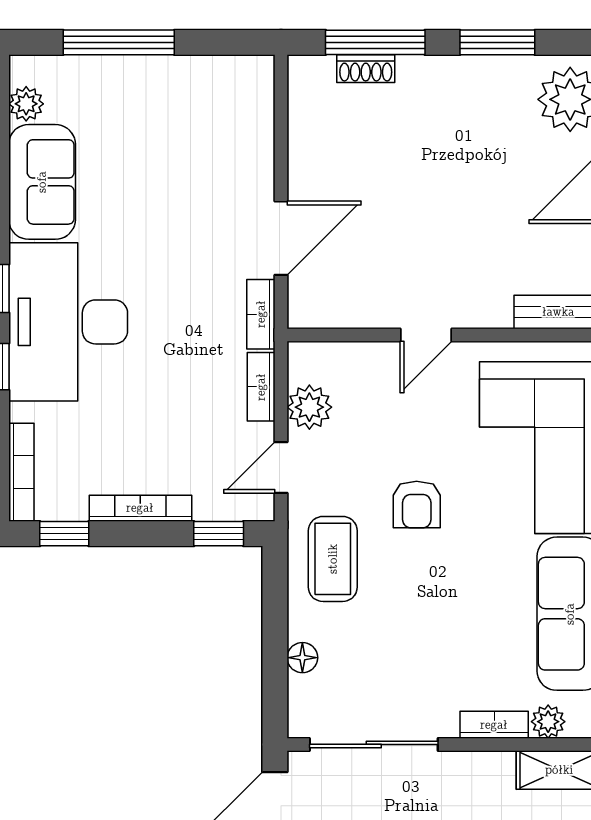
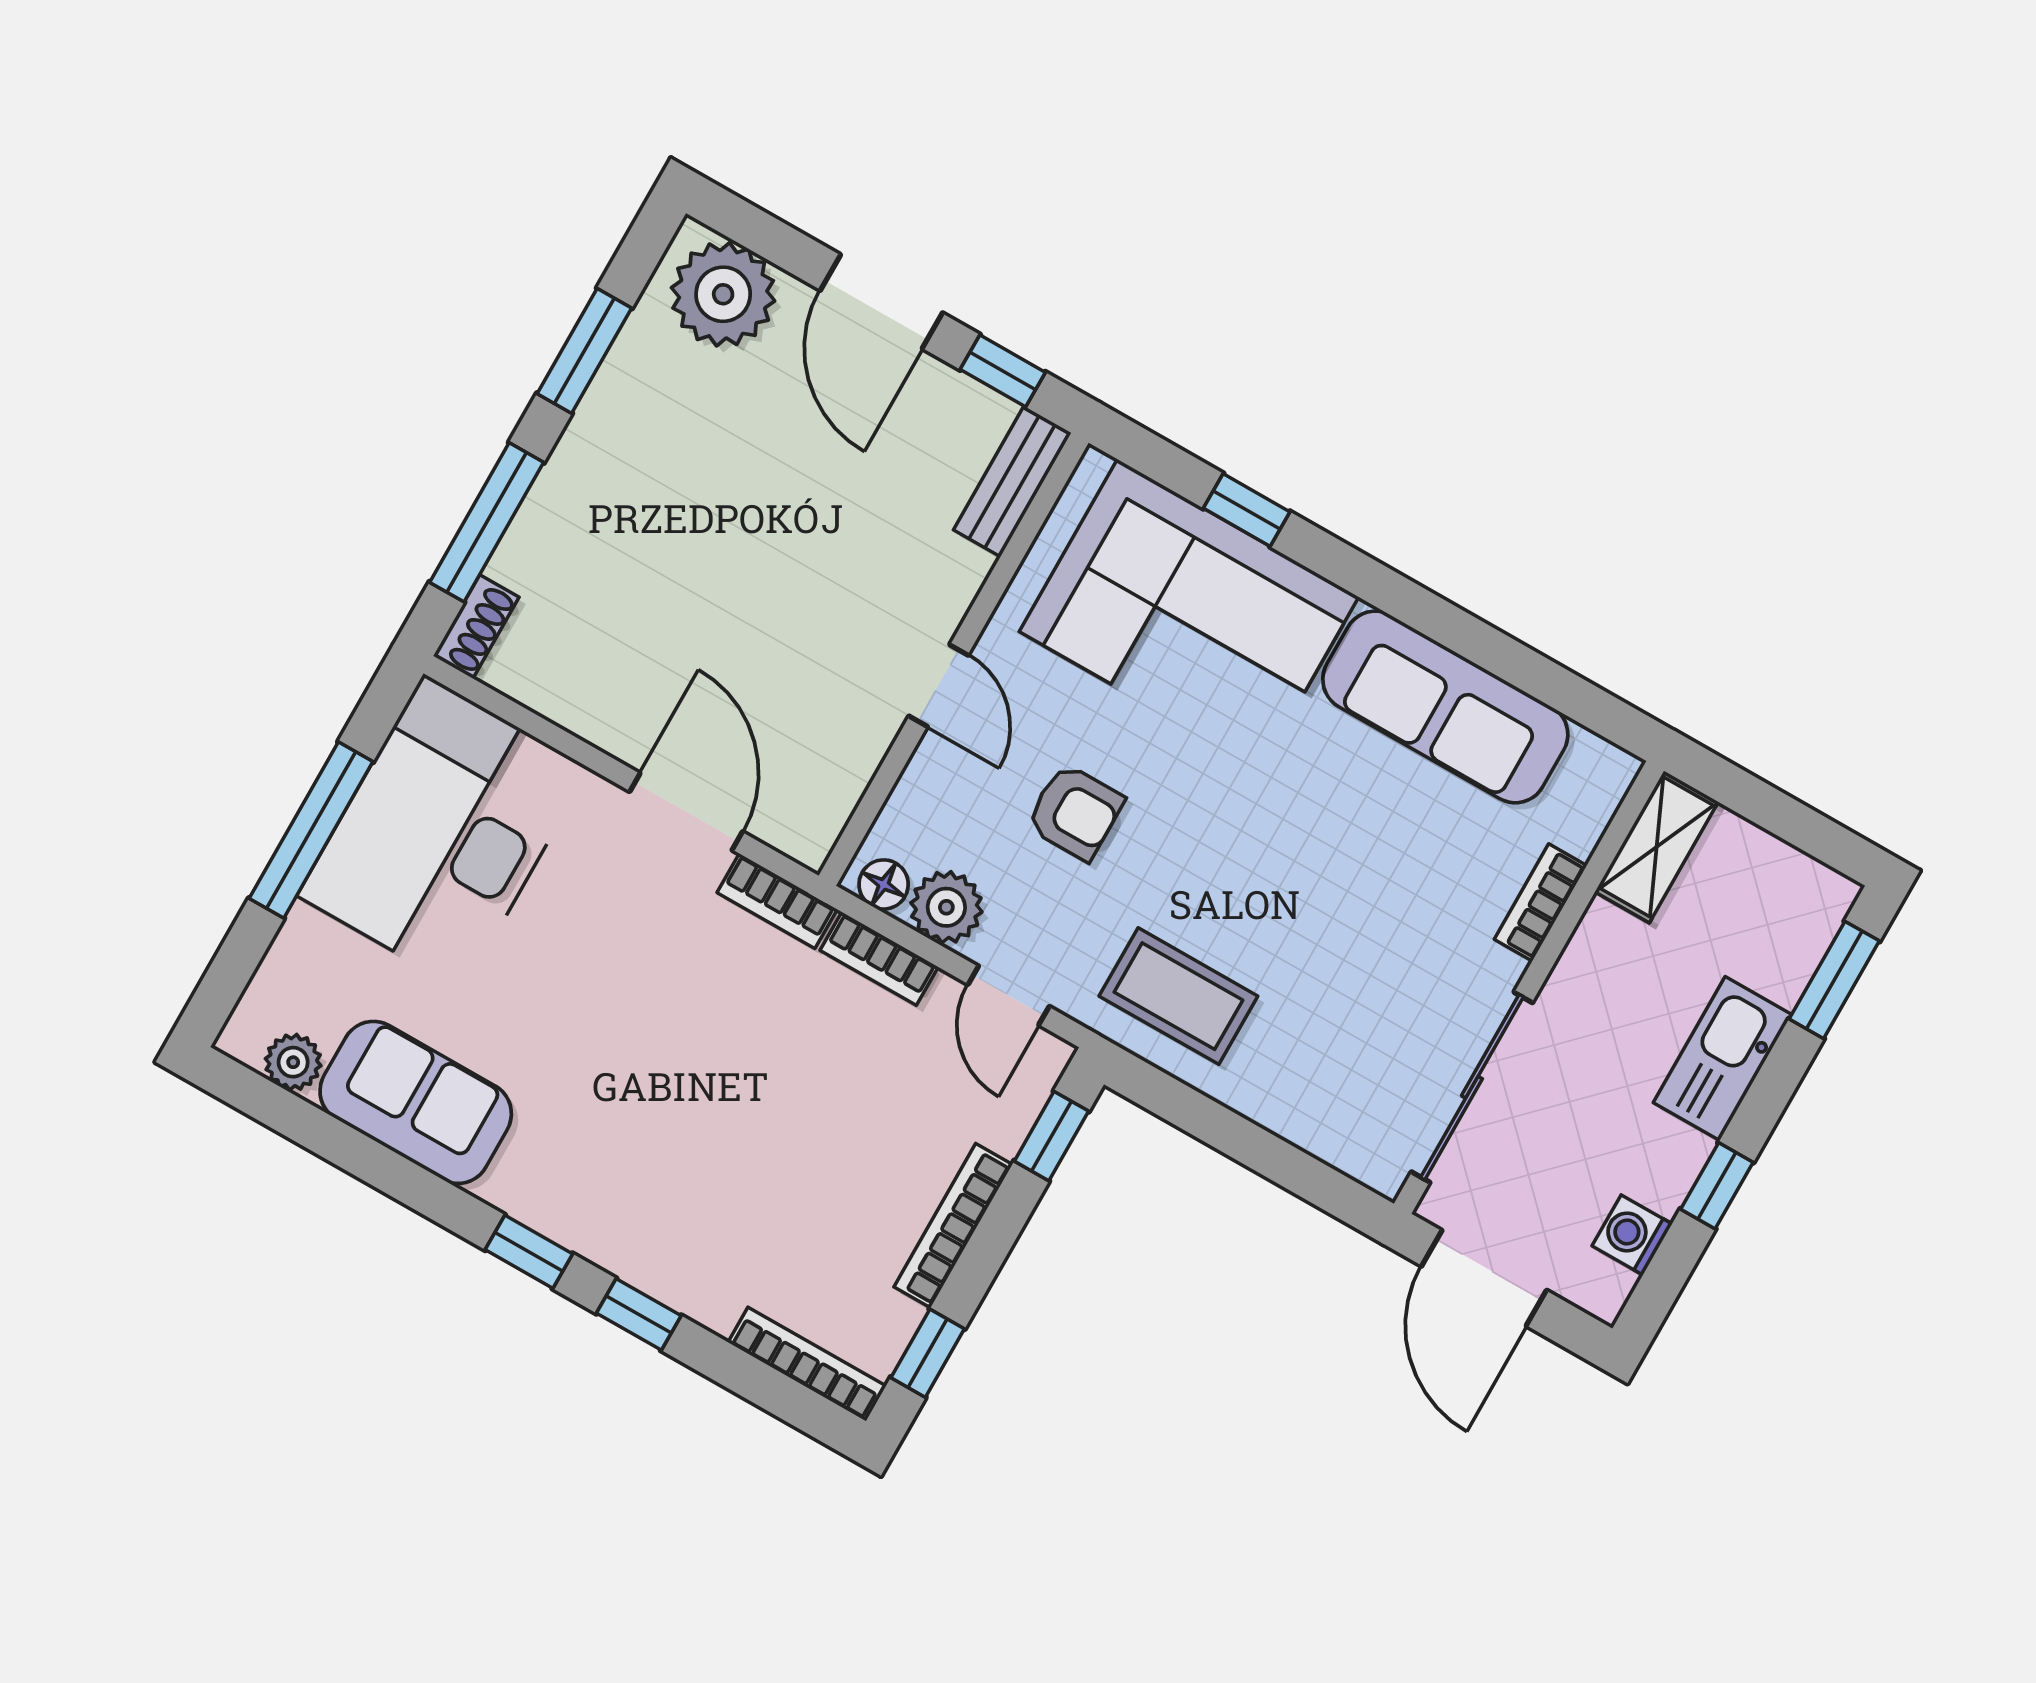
window: (119, 42) -> (311, 830), moved
shoe rack: (366, 69) -> (476, 627), moved
desk: (68, 322) -> (443, 832), moved, turned 90
armchair: (417, 505) -> (1075, 812), moved
floor lamp: (302, 658) -> (884, 884), moved
plant: (548, 722) -> (1579, 824), removed

